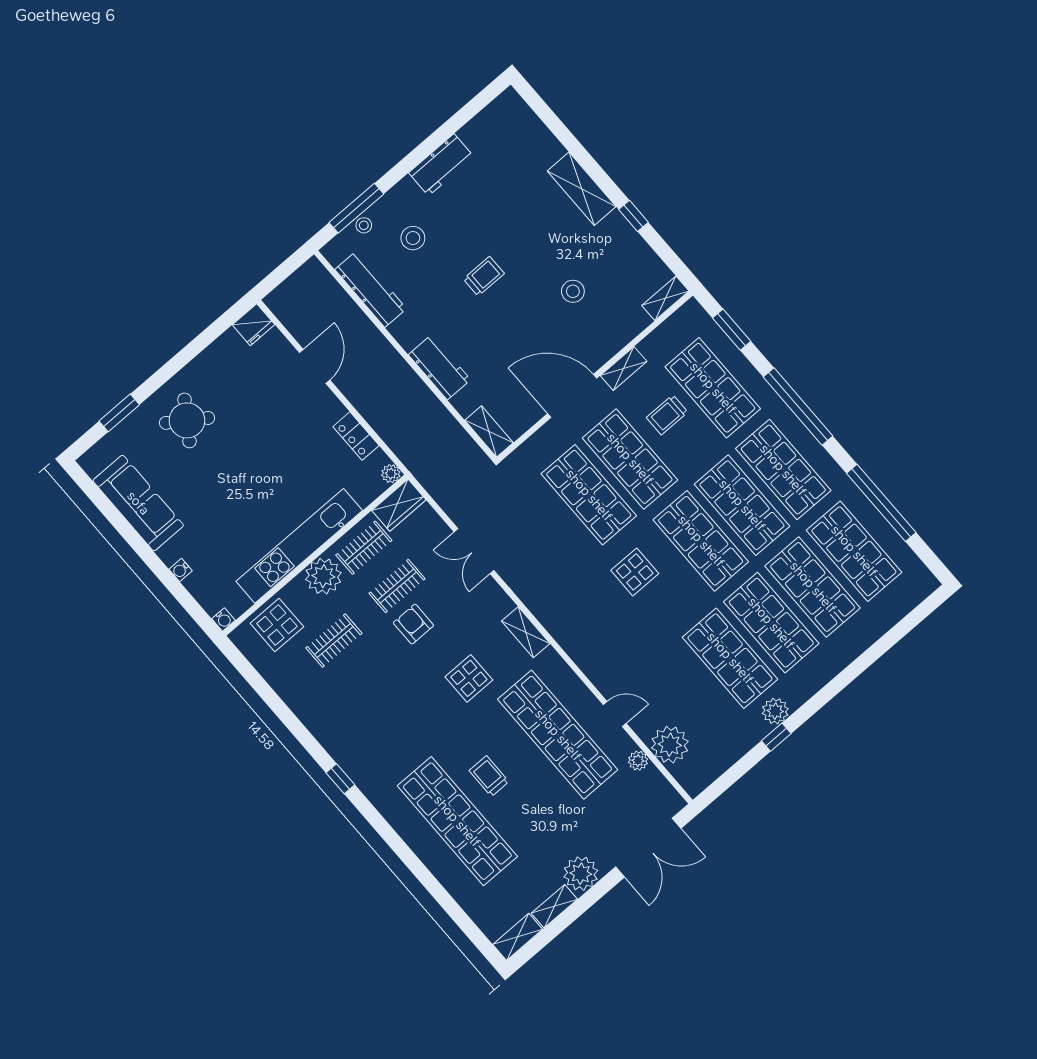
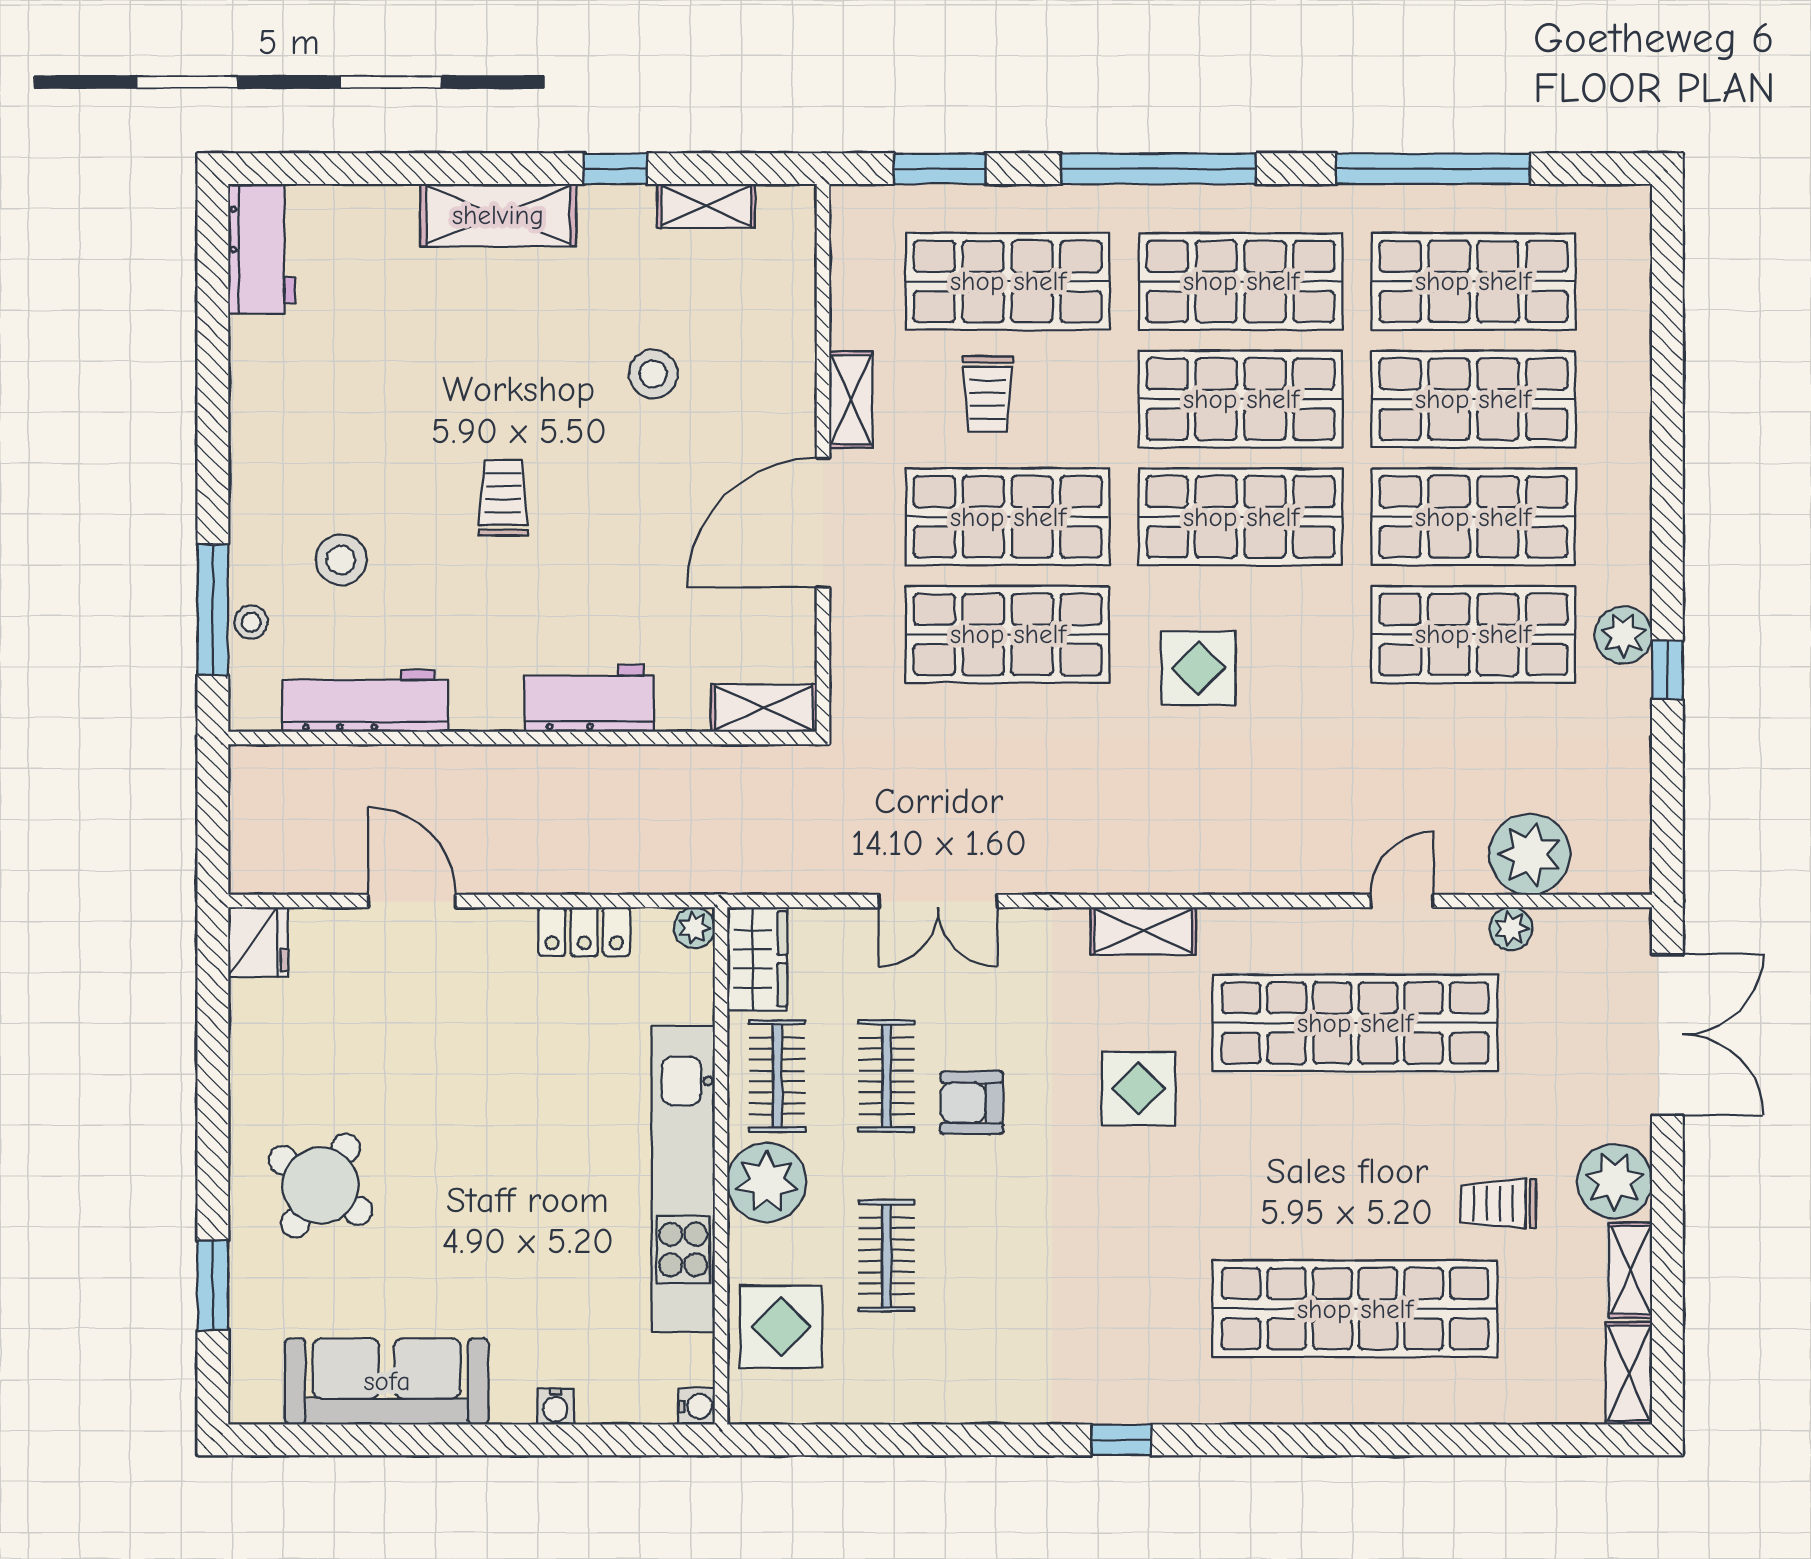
workbench: (441, 165) -> (262, 249), moved
shelving: (665, 298) -> (706, 206), moved, turned 90
trolley: (489, 776) -> (1498, 1203), moved

